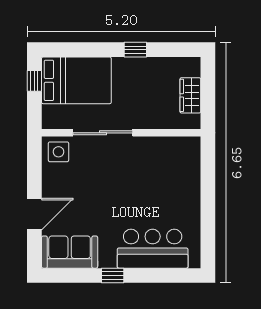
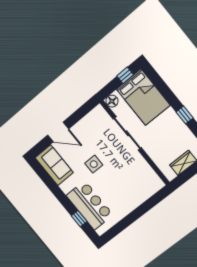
floor lamp: (51, 120) -> (112, 101), added
side table: (59, 152) -> (94, 164), moved
window: (113, 275) -> (79, 219), moved

